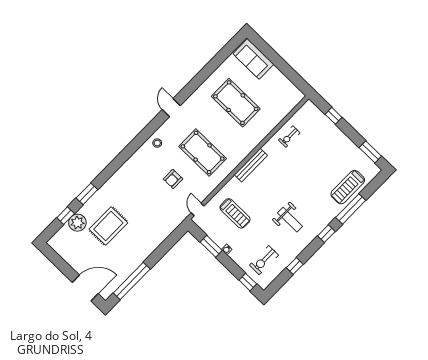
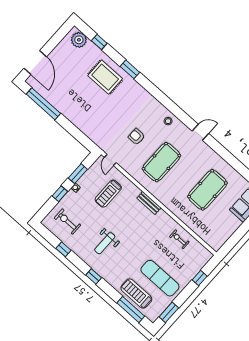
exercise mat: (332, 160) -> (160, 278), added
bench: (251, 165) -> (149, 203), width x0.73
window: (87, 194) -> (130, 69), moved
door: (198, 209) -> (110, 160), swing flipped
window: (351, 209) -> (131, 310), moved
plant: (77, 223) -> (79, 40), moved
rug: (108, 226) -> (105, 77), moved
window: (248, 282) -> (60, 194), moved

